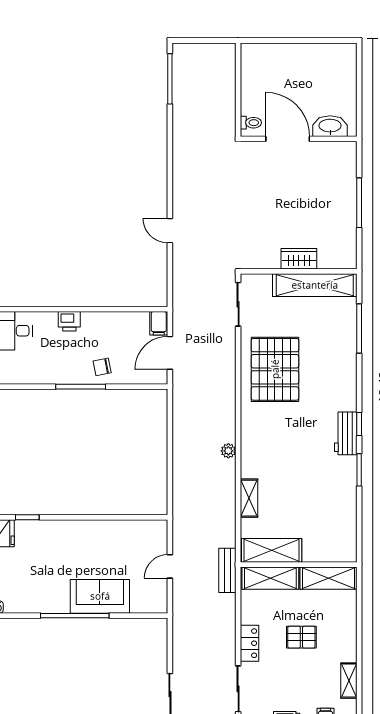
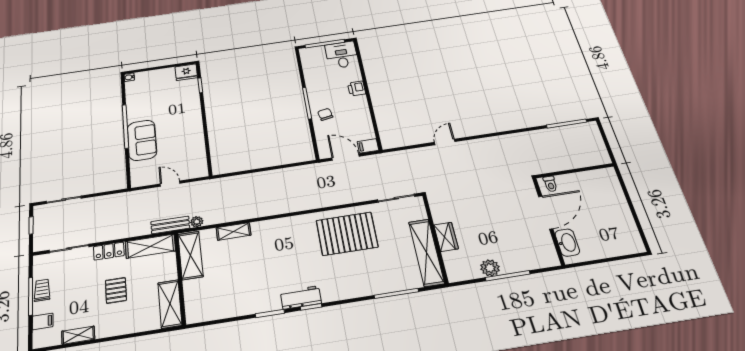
plant: (346, 220) -> (490, 268), added
plant: (228, 451) -> (197, 222), moved
shelving: (270, 578) -> (150, 246), moved, turned 90

